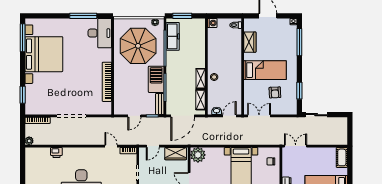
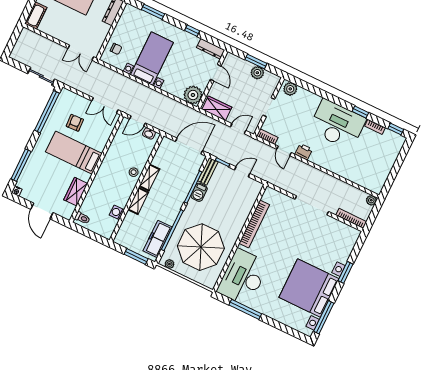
washing machine: (212, 23) -> (117, 212), moved
desk: (100, 33) -> (243, 277), width x1.36, depth x1.30
barbecue: (156, 79) -> (199, 192), width x0.53, depth x0.65
window: (299, 91) -> (47, 112), width x2.11
window: (23, 95) -> (346, 272), moved
shelving: (201, 100) -> (138, 201), moved
printer: (56, 153) -> (304, 152), moved

